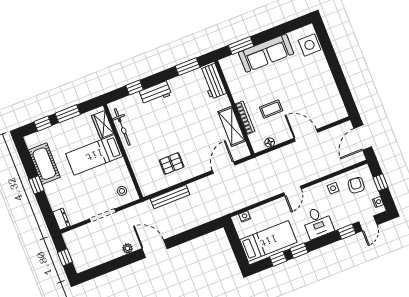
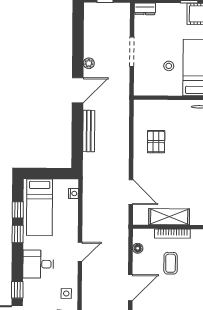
stool: (122, 191) -> (169, 66), moved
door: (293, 191) -> (80, 252), swing flipped
bench: (170, 197) -> (89, 131), moved

